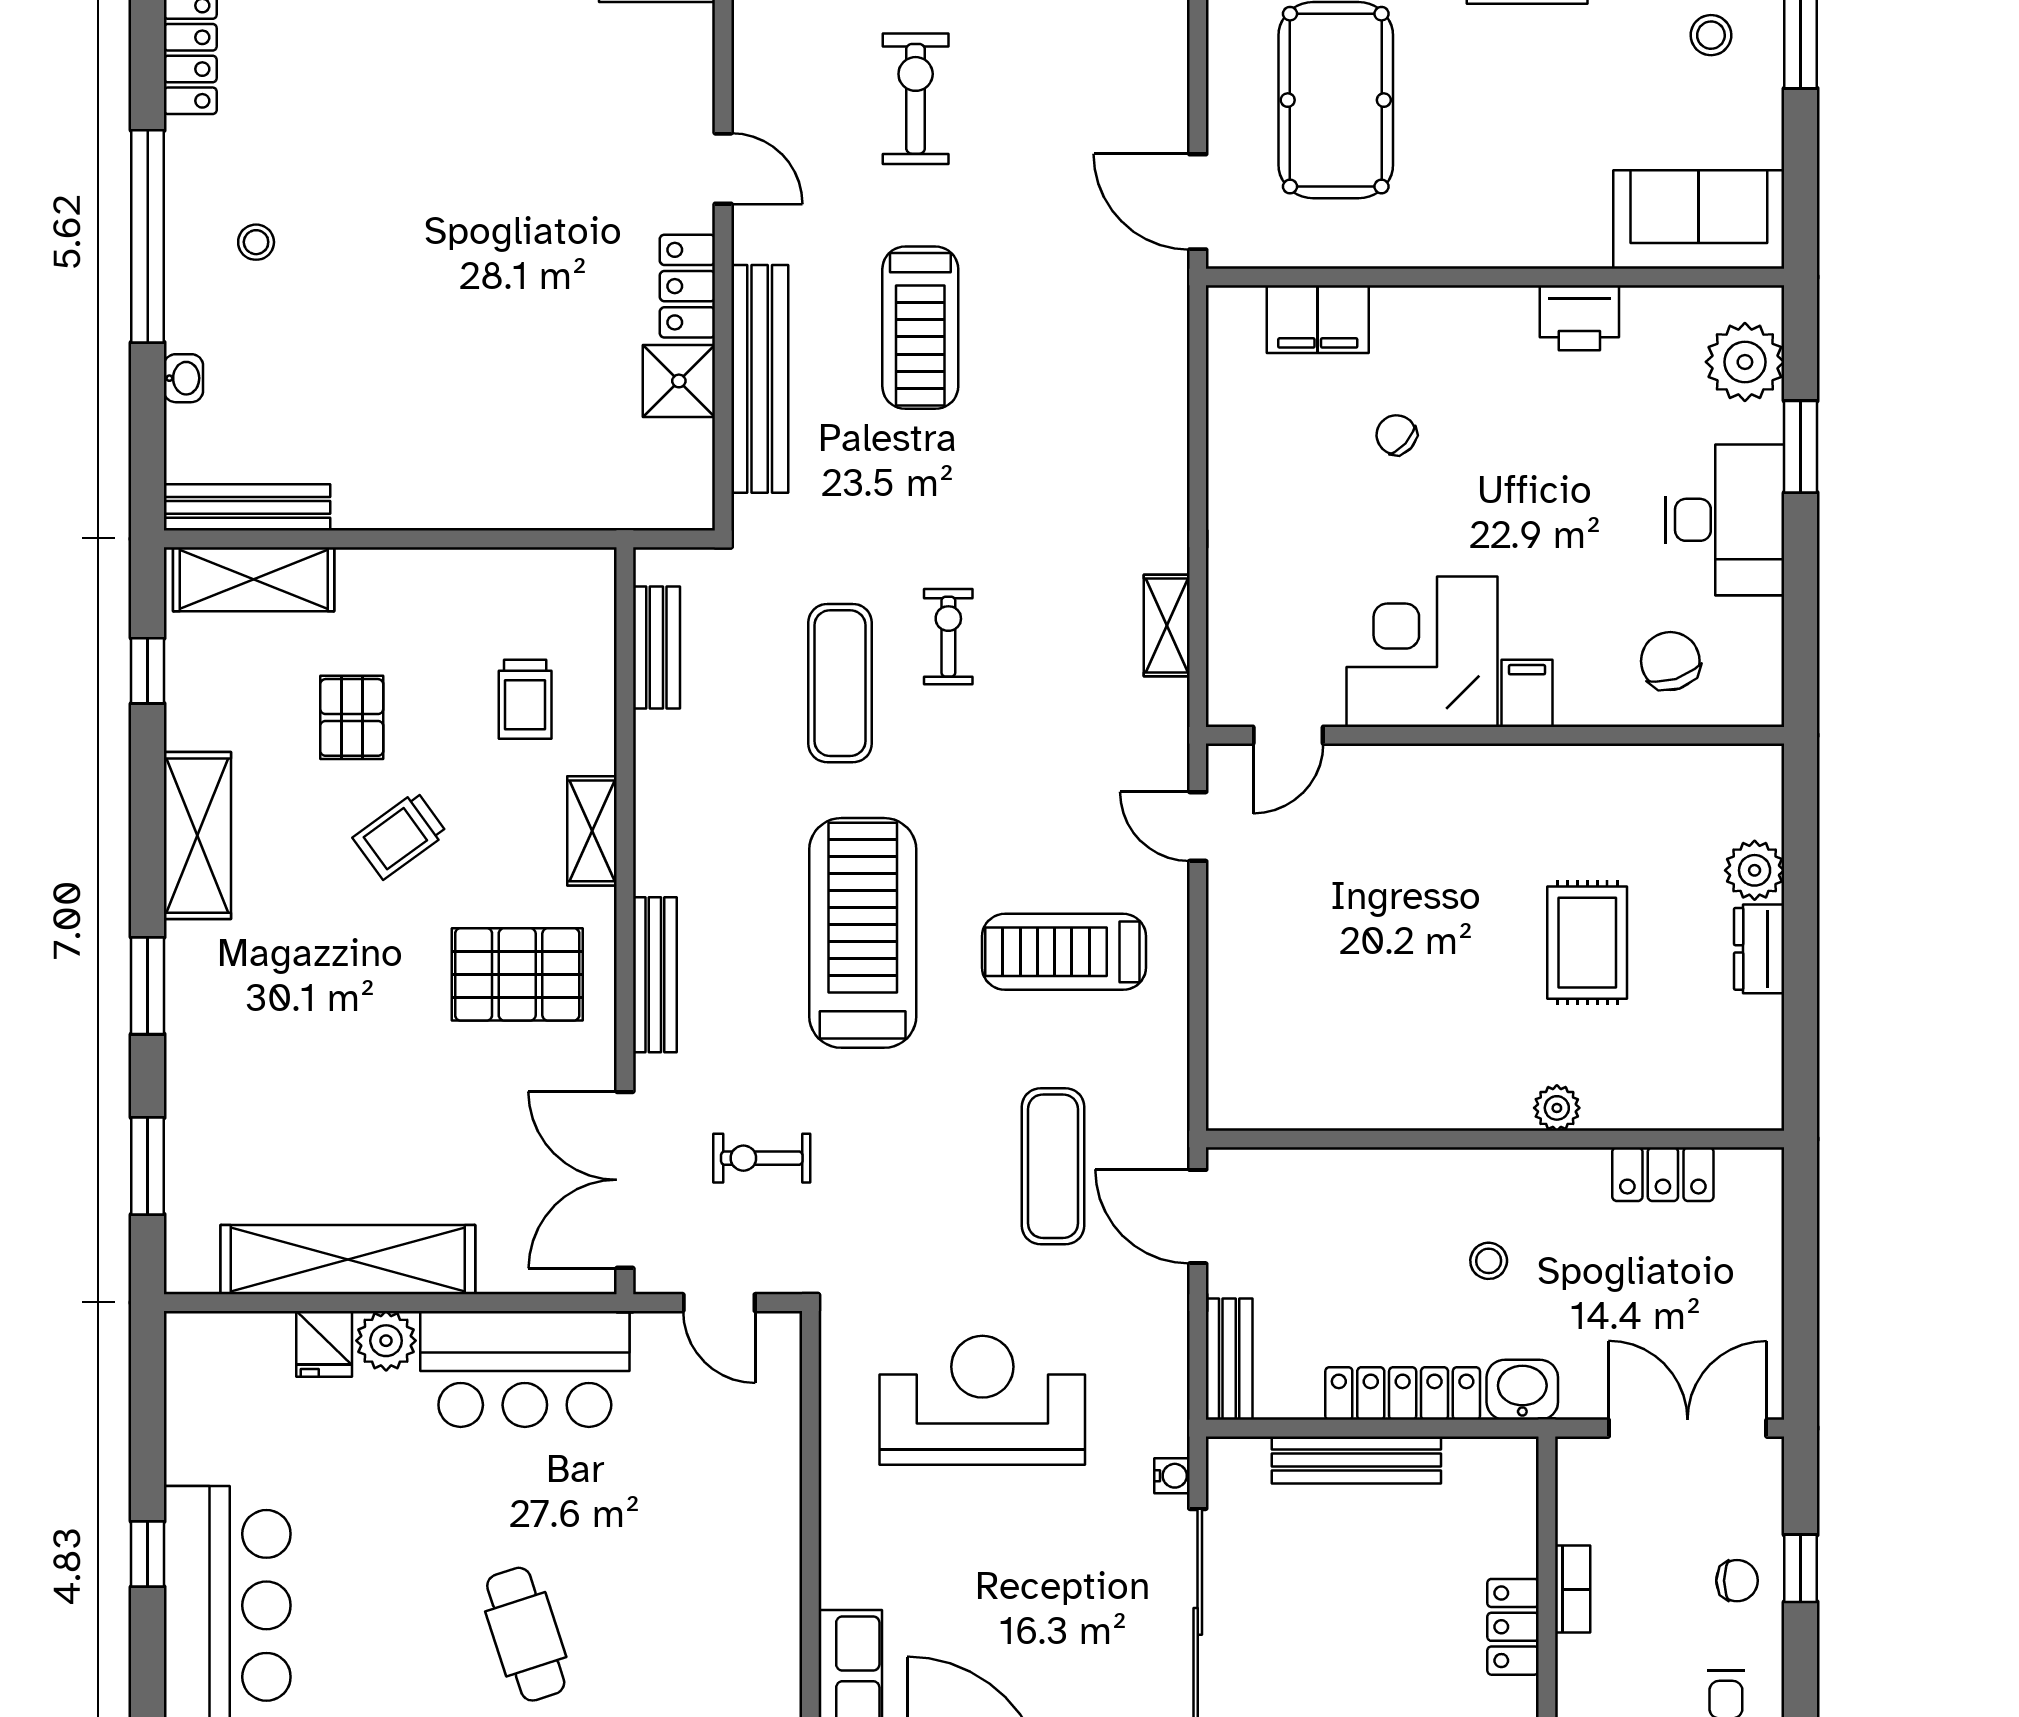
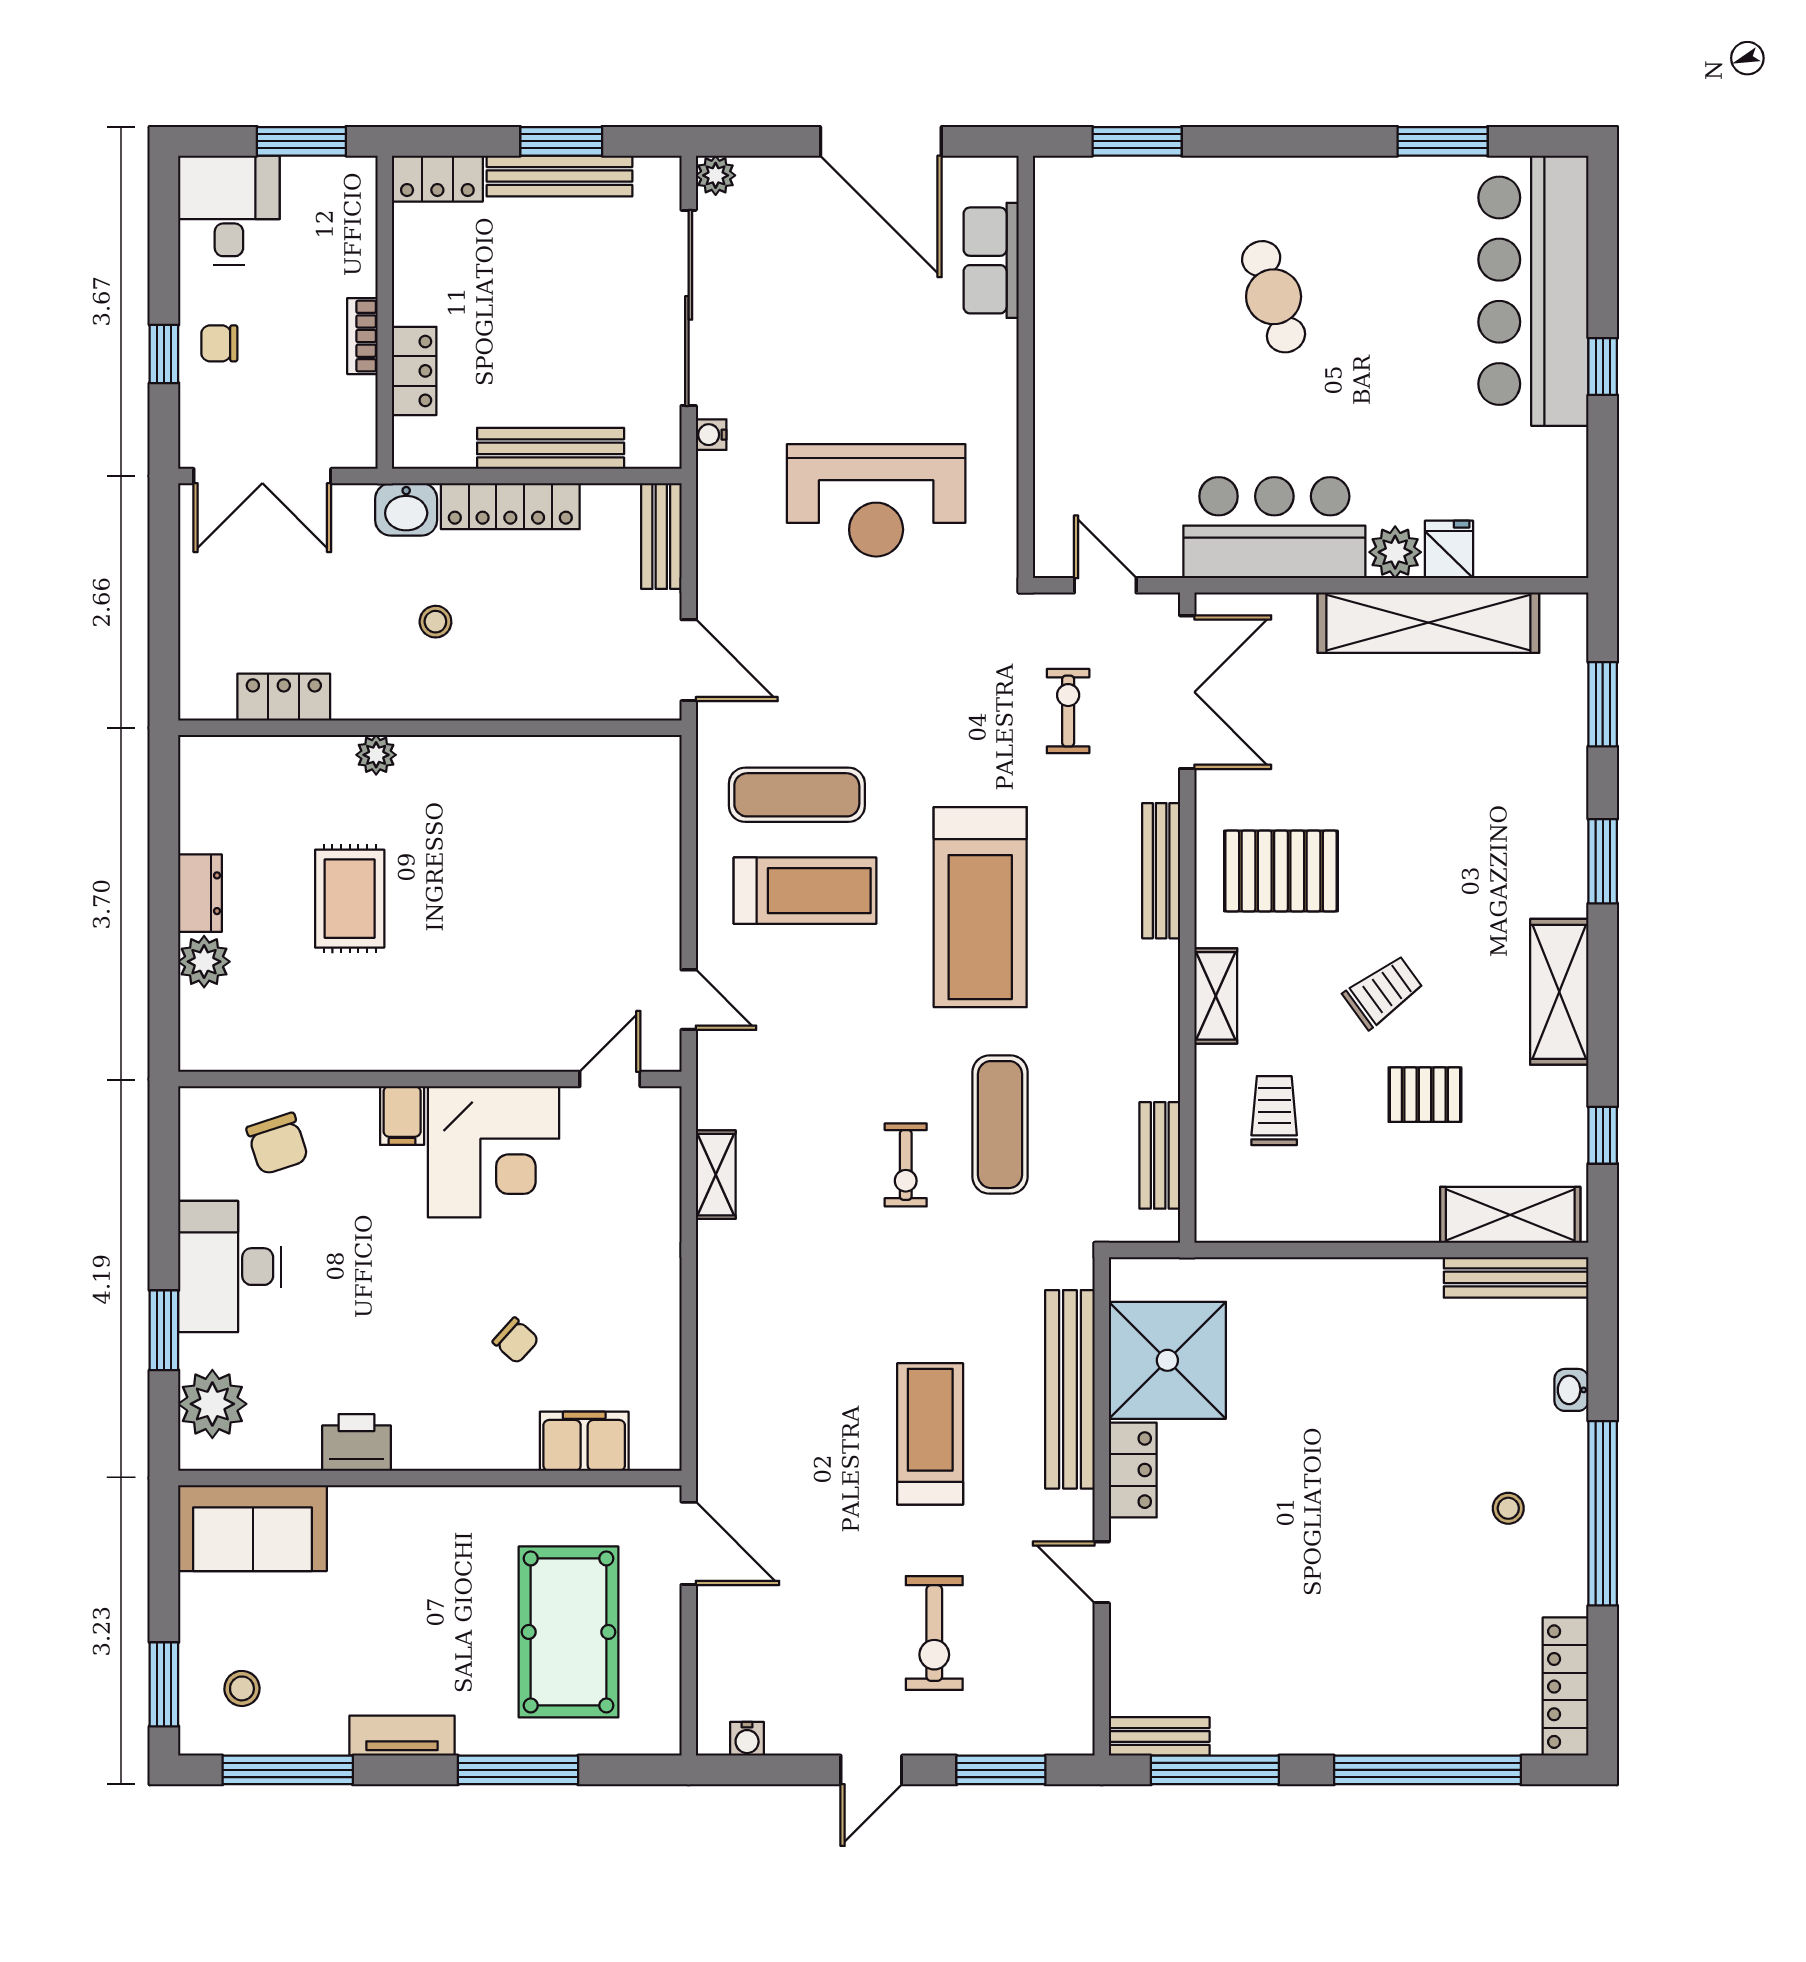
shower: (679, 381) -> (1167, 1360), width x1.86, depth x1.86
pallet: (352, 717) -> (1425, 1095), turned 90
exercise bike: (762, 1158) -> (1068, 711), turned -90
exercise mat: (1053, 1166) -> (797, 795), moved, turned 90
locker: (1513, 1627) -> (414, 371), moved

